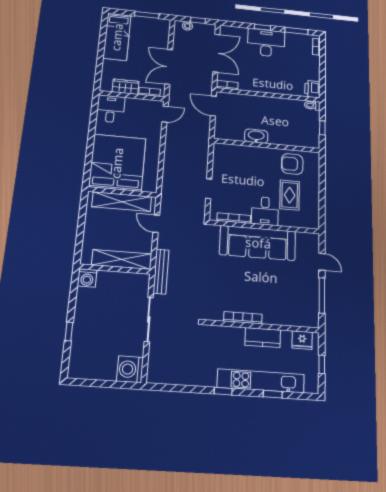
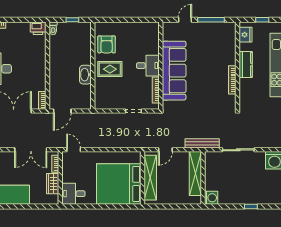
rug: (290, 195) -> (110, 69), moved

